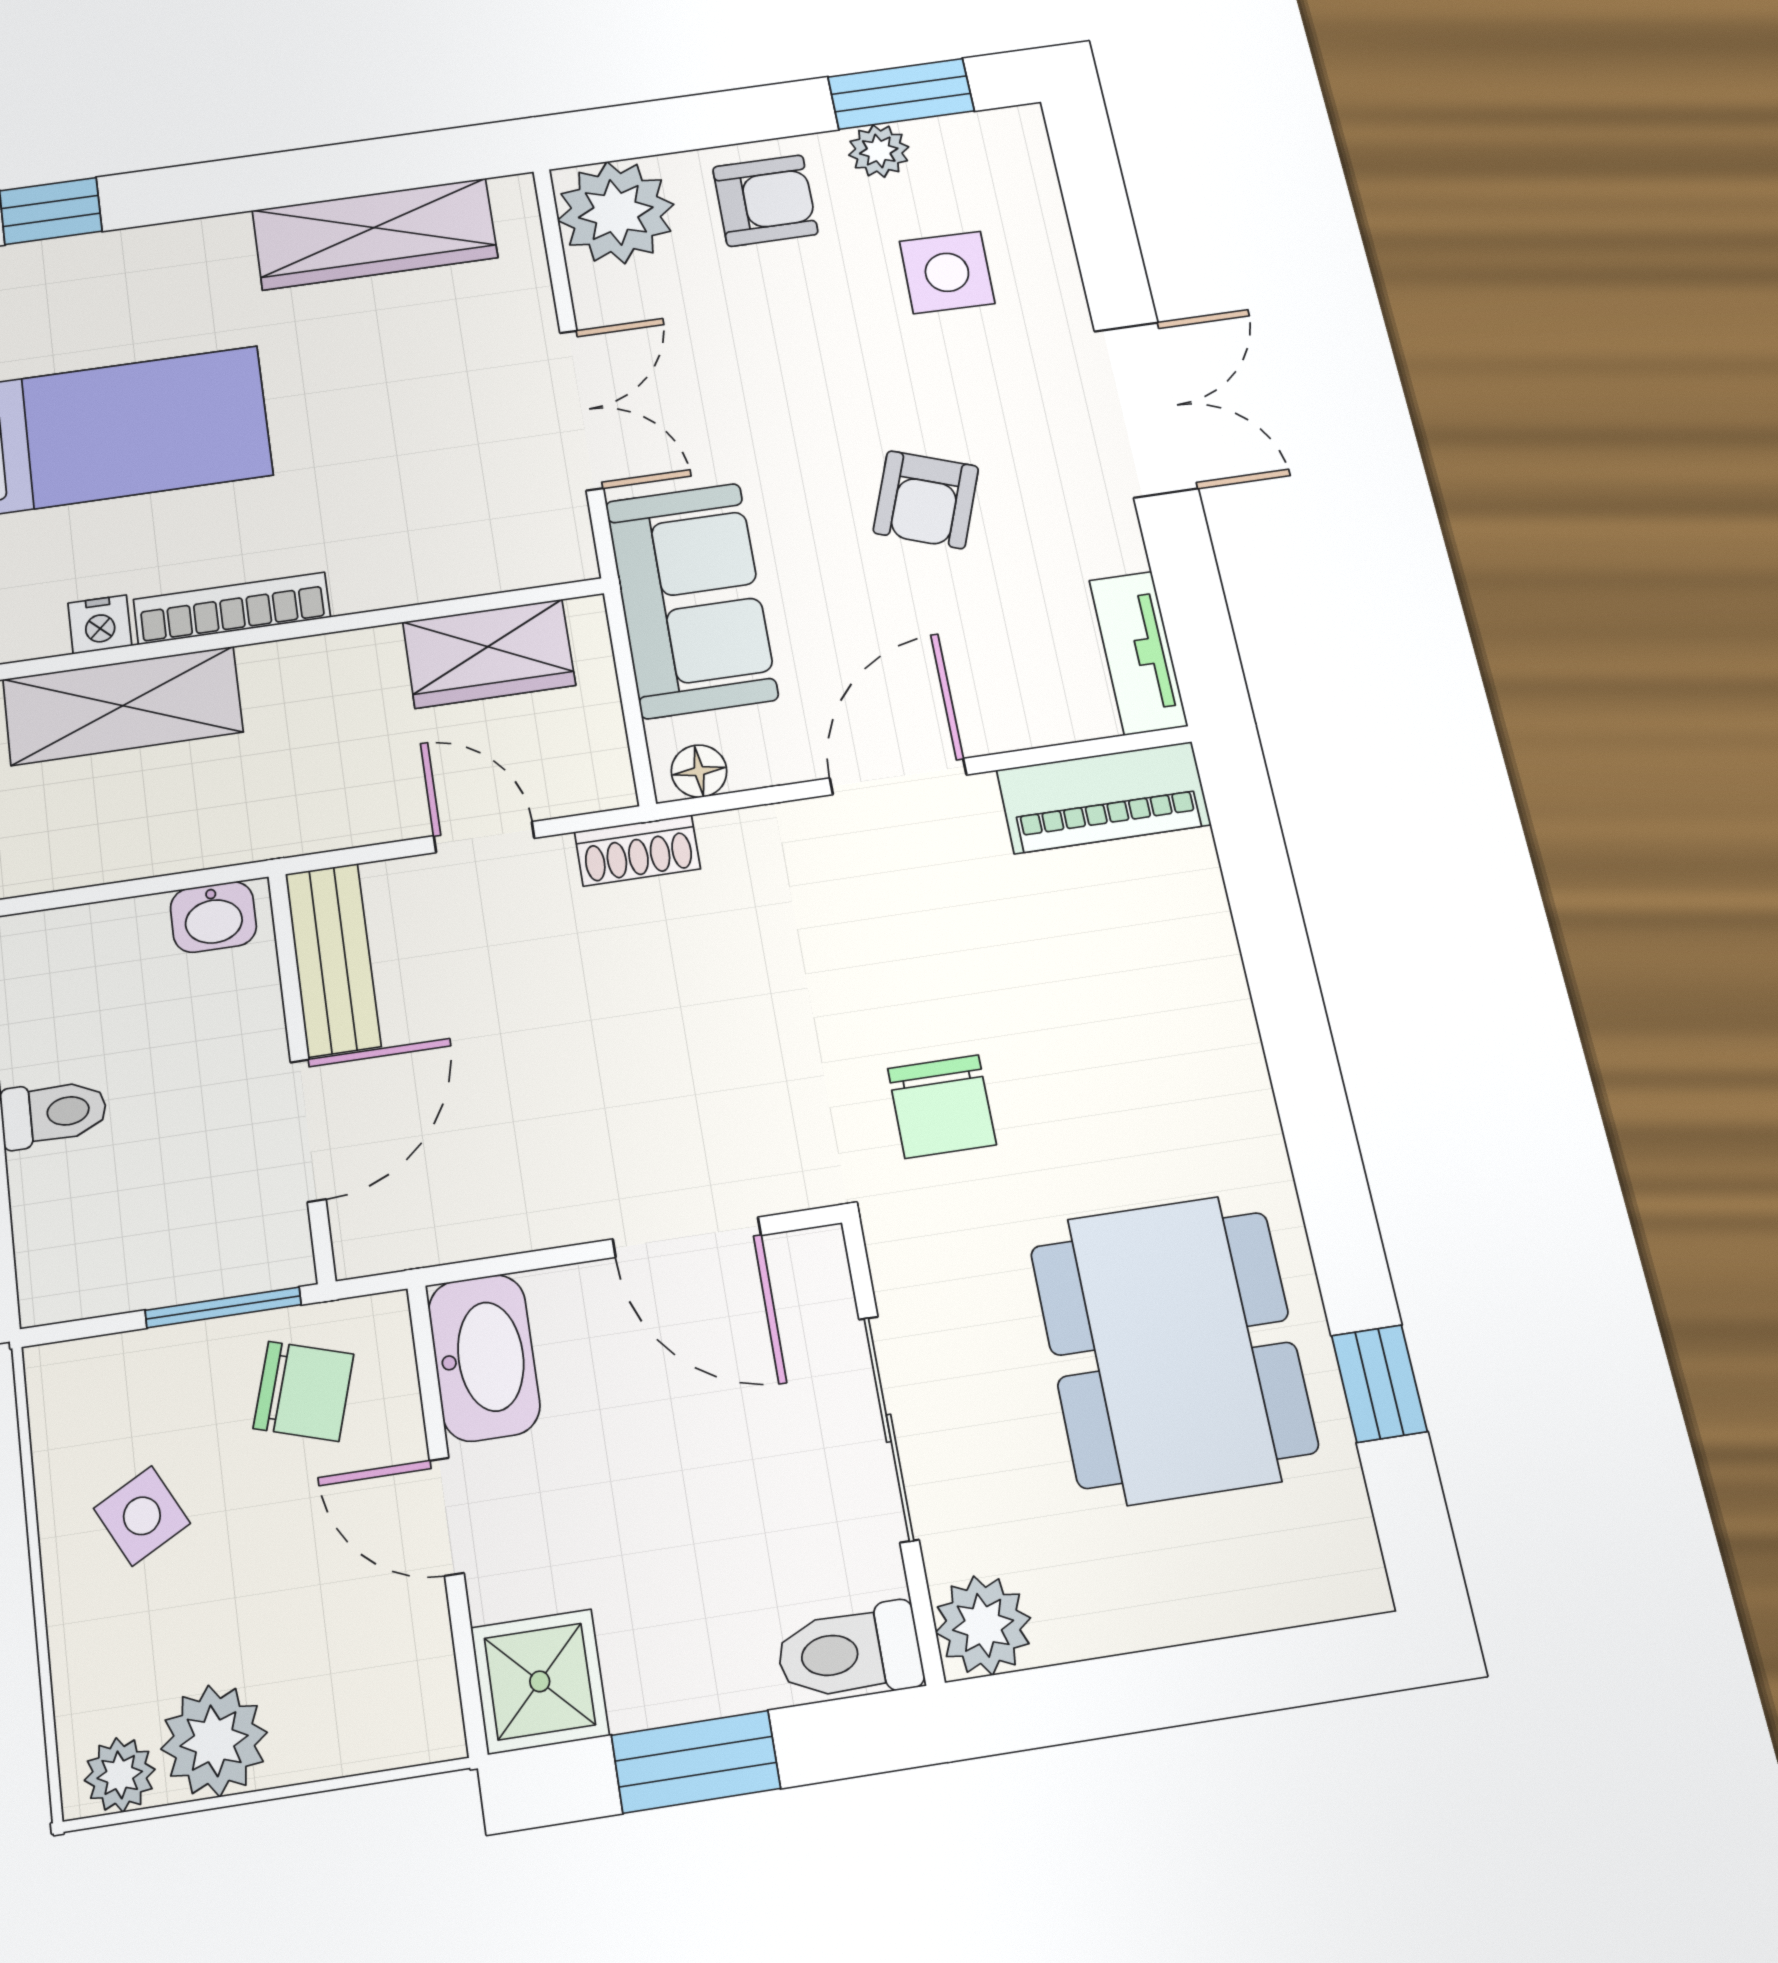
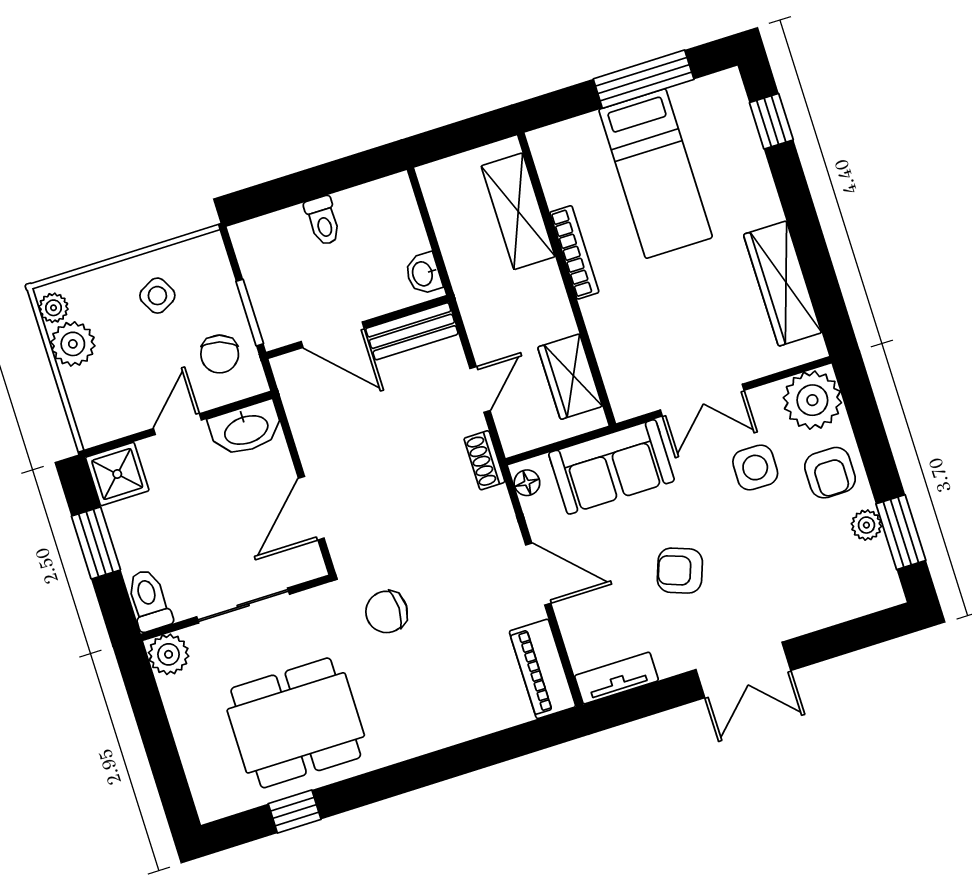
side table: (947, 272) -> (755, 468), moved
nightstand: (100, 624) -> (557, 192), removed

